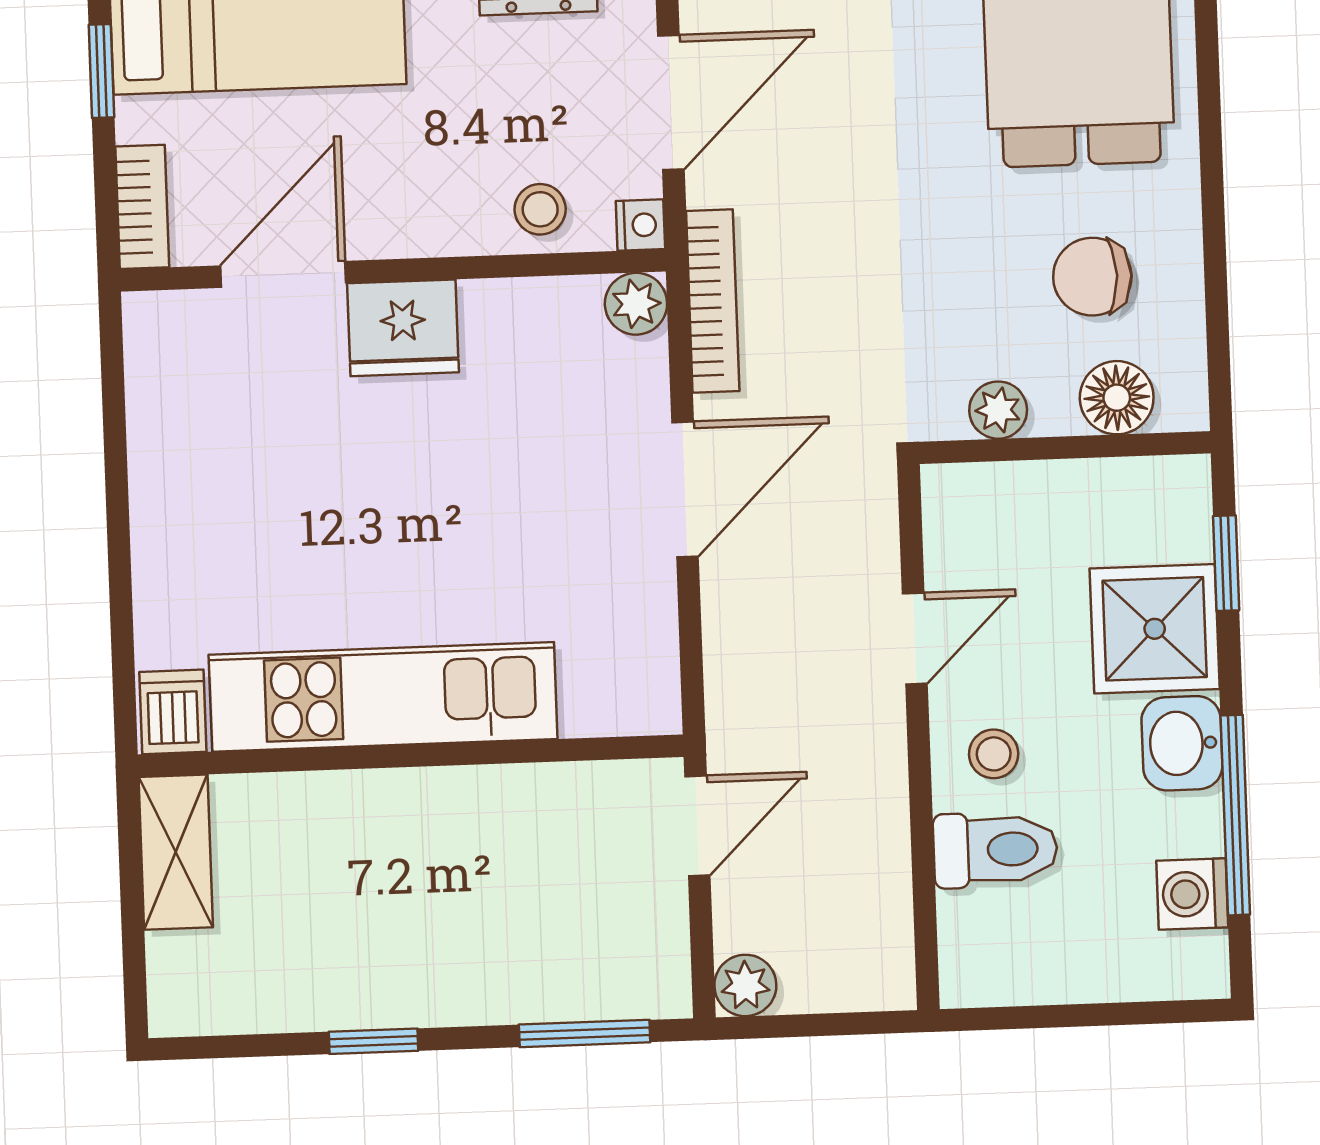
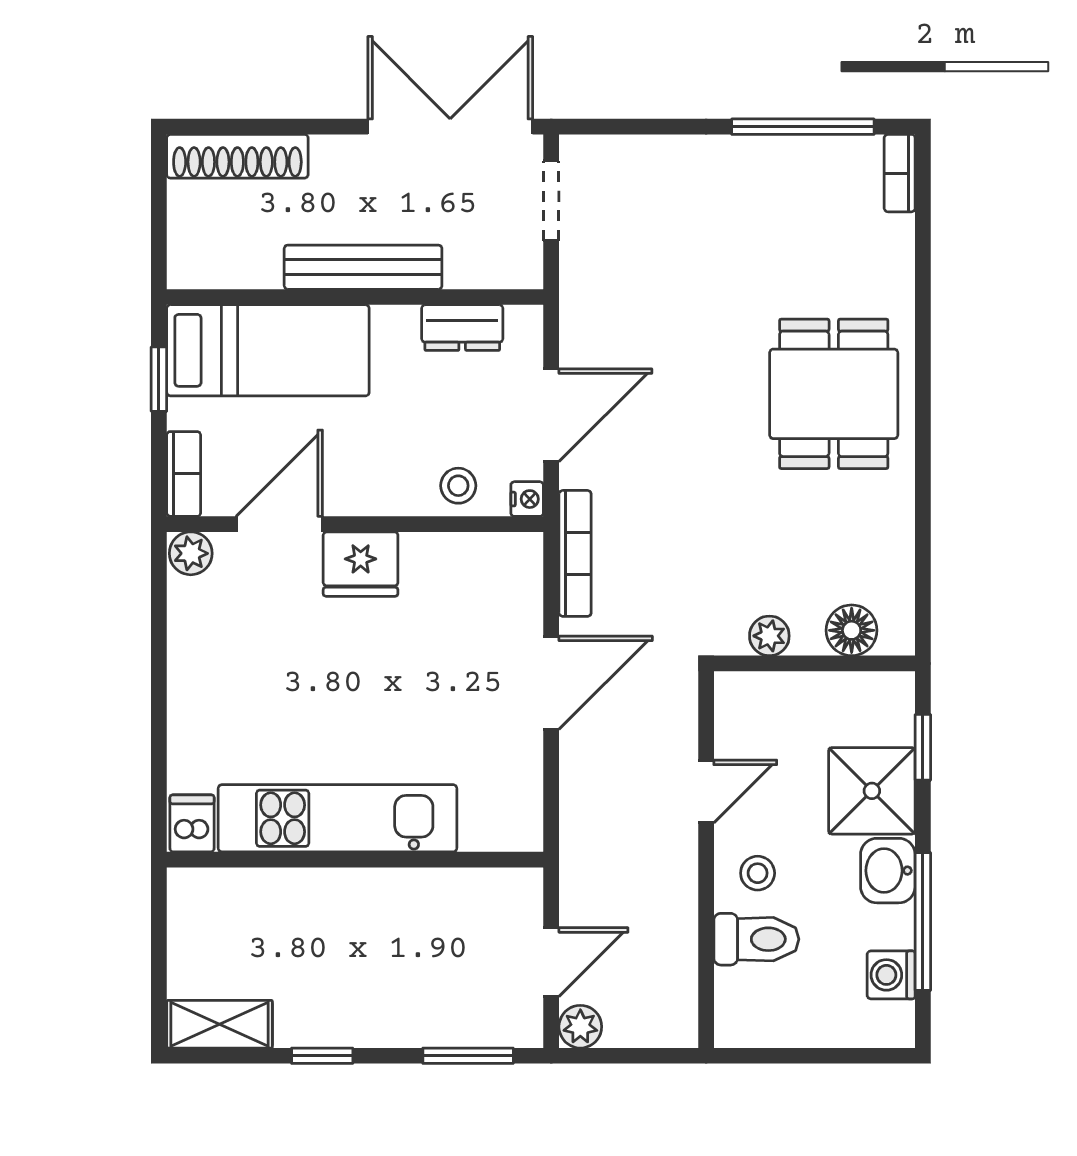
chair: (1092, 277) -> (838, 546), removed
plant: (636, 304) -> (191, 553), moved
door: (697, 826) -> (551, 962), moved
shelving: (176, 852) -> (220, 1024), moved, turned 90

